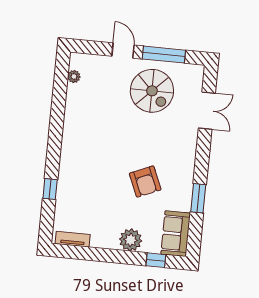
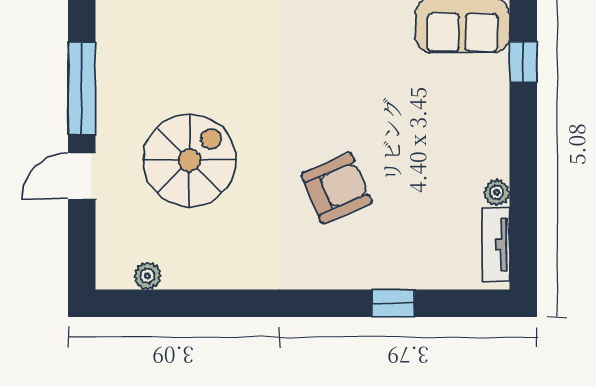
spiral stairs: (152, 91) -> (190, 160), moved
armchair: (145, 182) -> (337, 188), moved
plant: (131, 240) -> (497, 192), moved, width x0.53, depth x0.53

